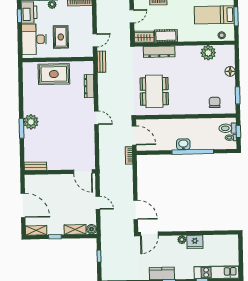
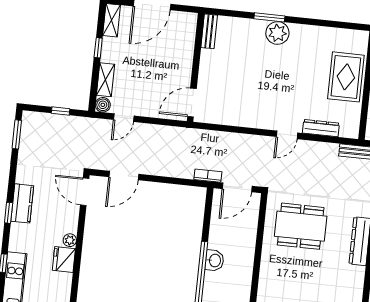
door: (96, 118) -> (287, 135), moved
door: (98, 203) -> (124, 118), moved

